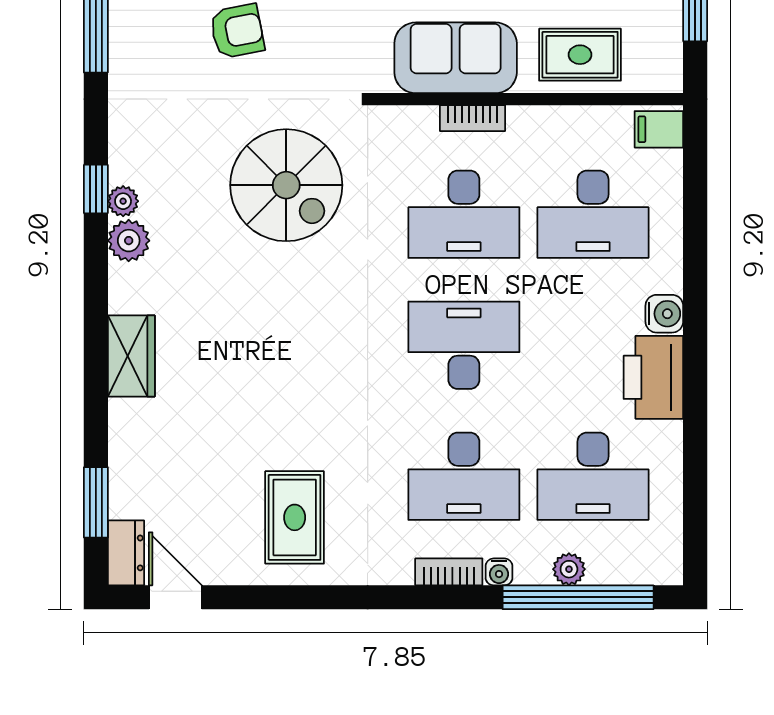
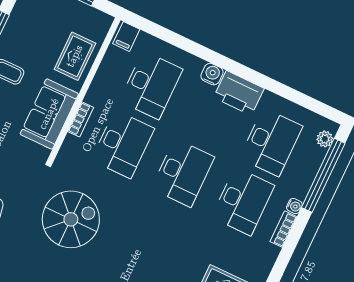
desk: (464, 345) -> (183, 173), turned 180
plant: (569, 569) -> (325, 139), moved

